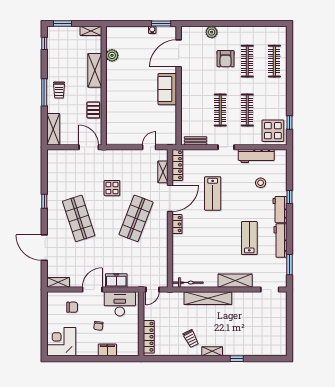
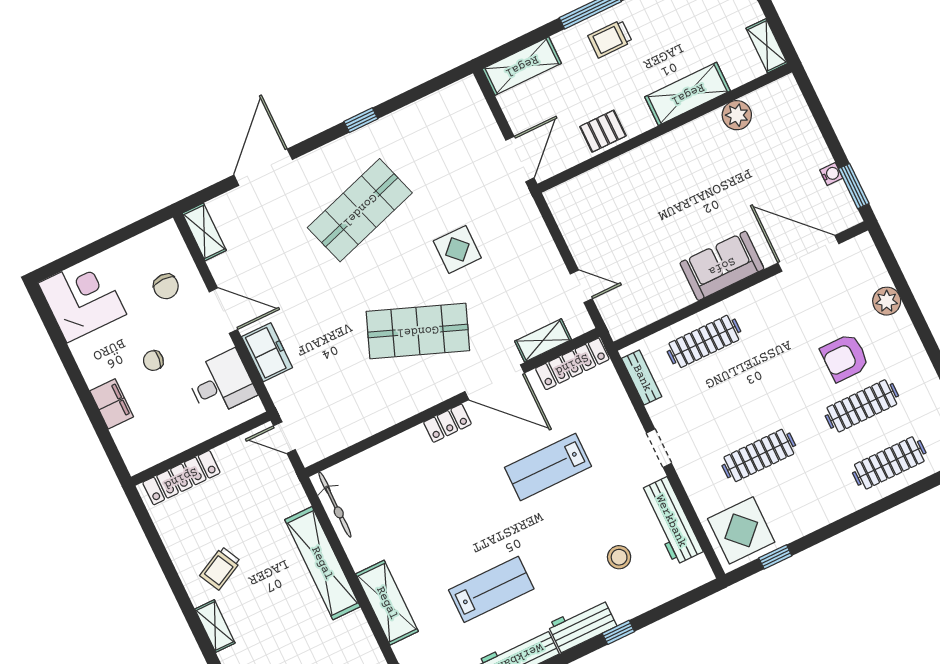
clothes rail: (220, 110) -> (704, 341), moved
desk: (120, 304) -> (221, 383), width x0.73

